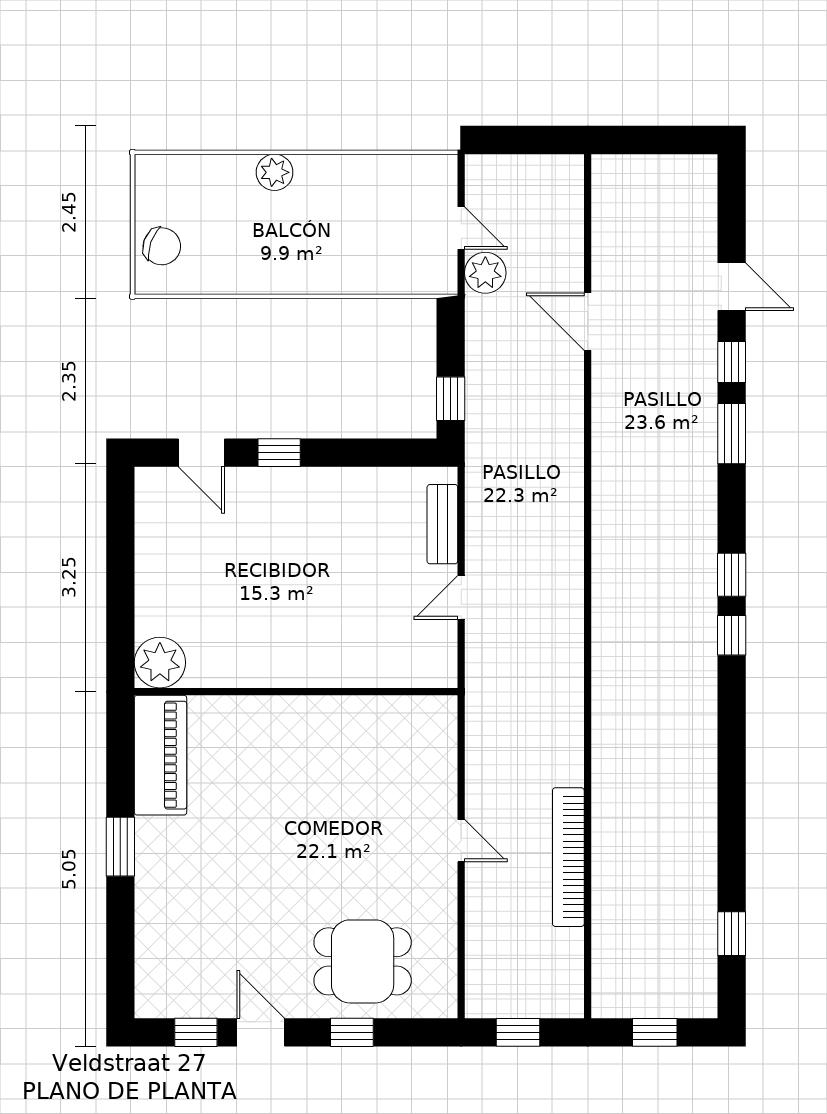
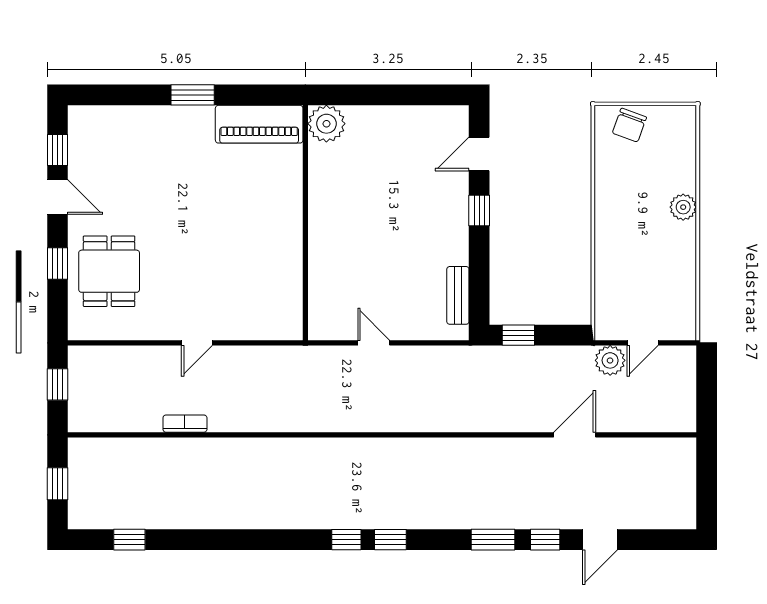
bench: (442, 524) -> (458, 295), moved, turned 90
bookcase: (568, 857) -> (185, 424), width x0.43, depth x0.76
door: (261, 1032) -> (58, 197), hinge flipped

